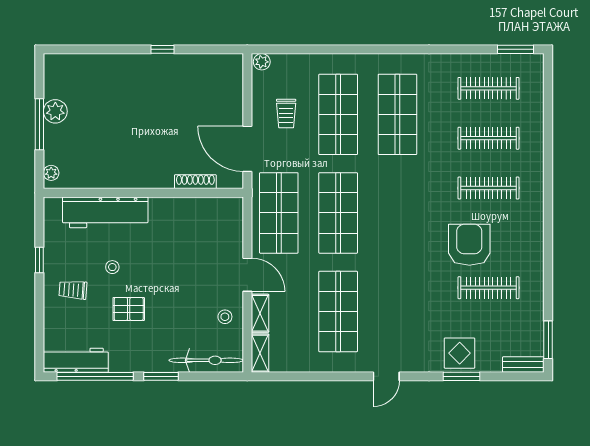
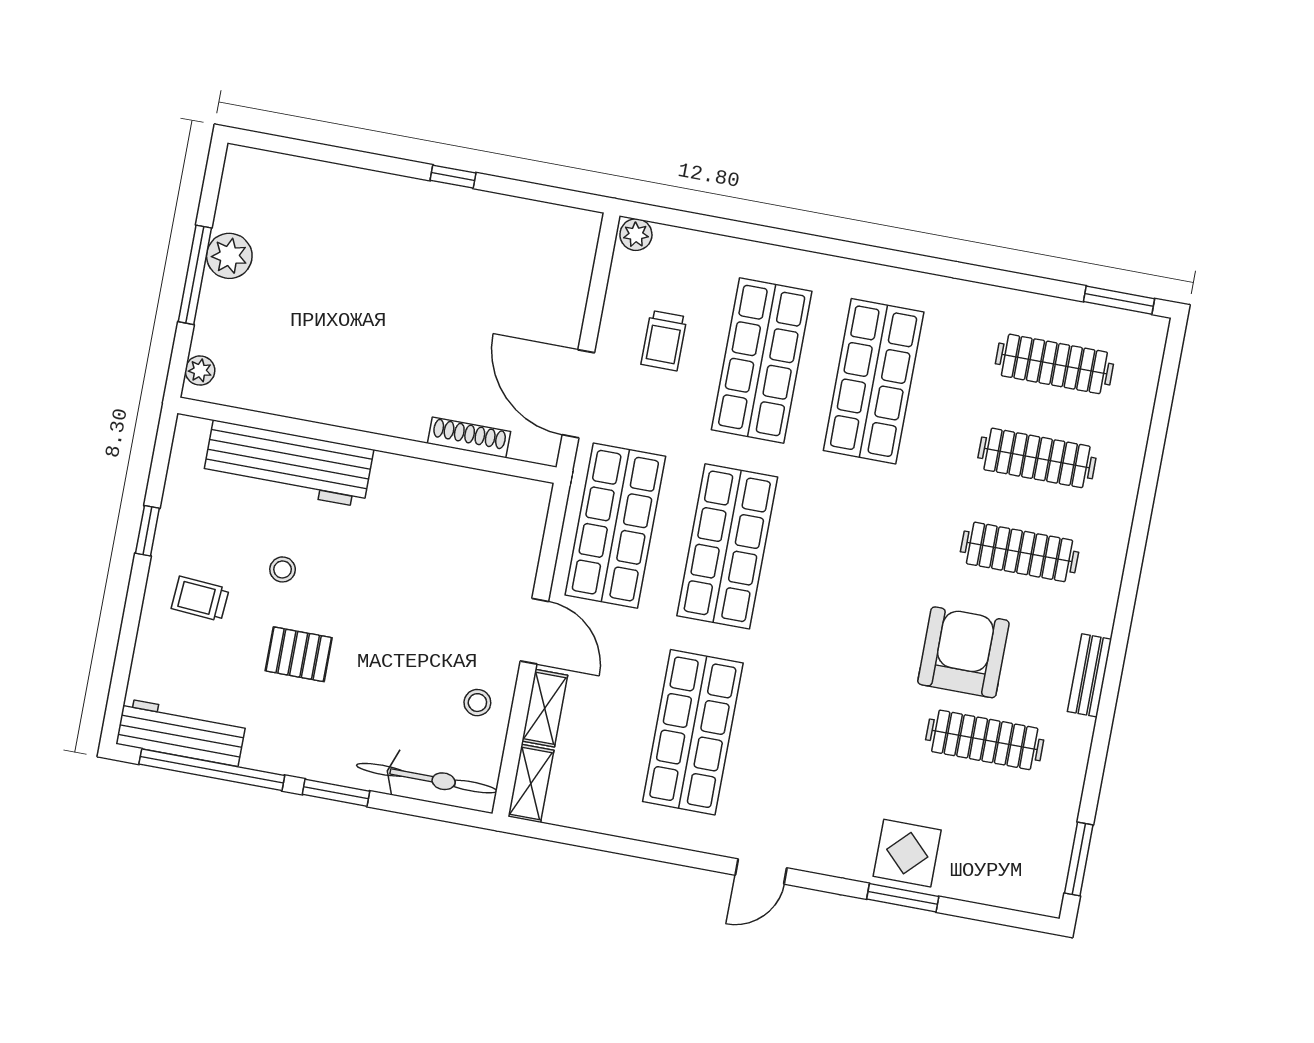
bench: (523, 364) -> (1090, 675), moved, turned 90

